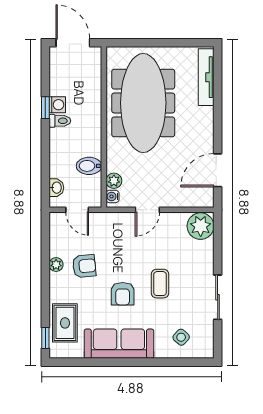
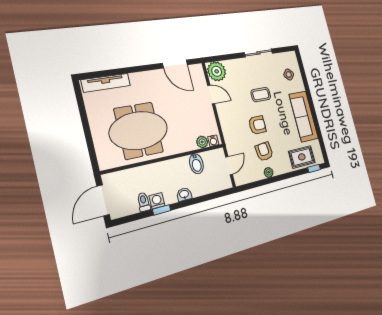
meeting table: (143, 103) -> (139, 130), width x0.73
toilet: (60, 121) -> (144, 202), moved
washbasin: (56, 188) -> (184, 194), moved
door: (147, 210) -> (211, 95), moved
armchair: (123, 294) -> (257, 125), moved

